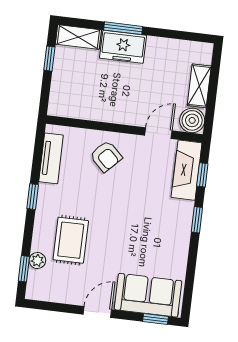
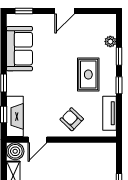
rug: (71, 240) -> (88, 75), moved
window: (24, 269) -> (119, 56), moved
sofa: (148, 295) -> (19, 49), moved, turned -90

